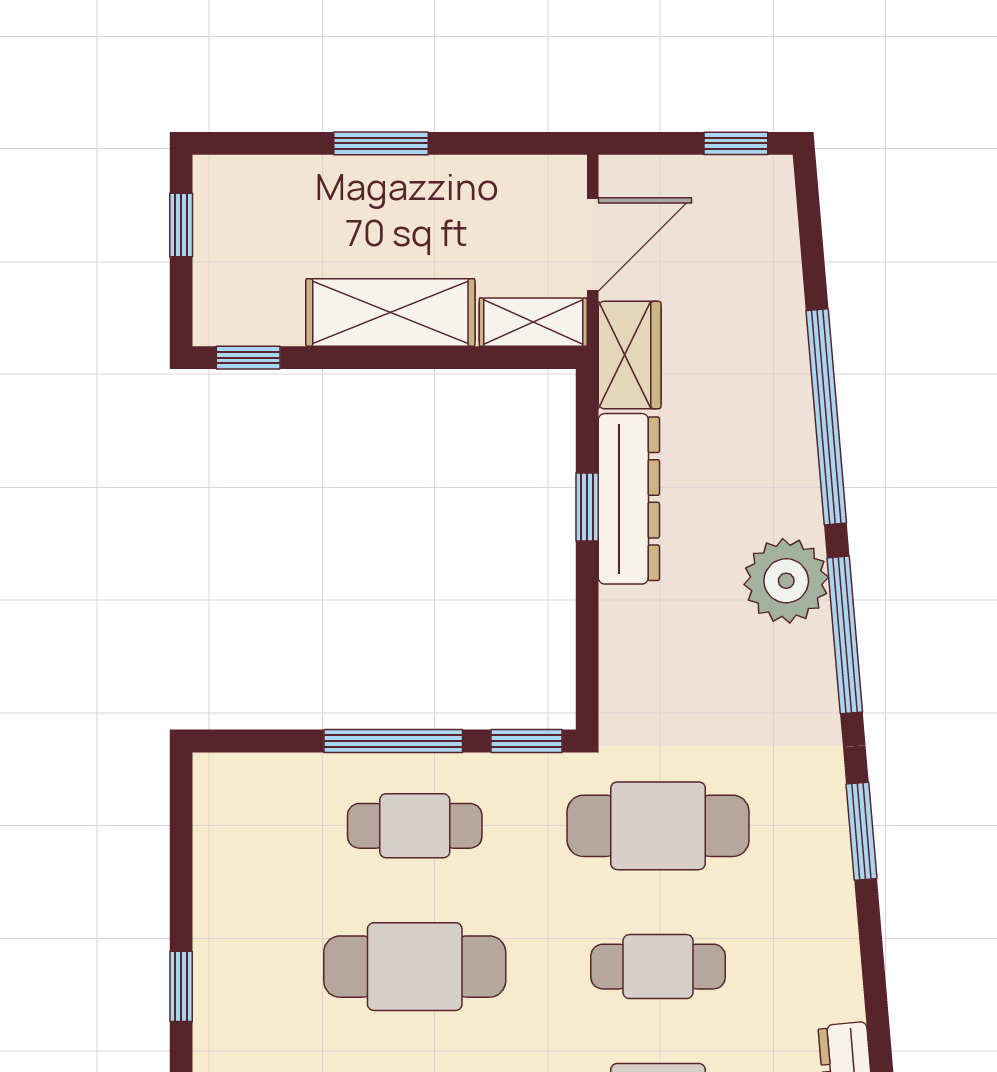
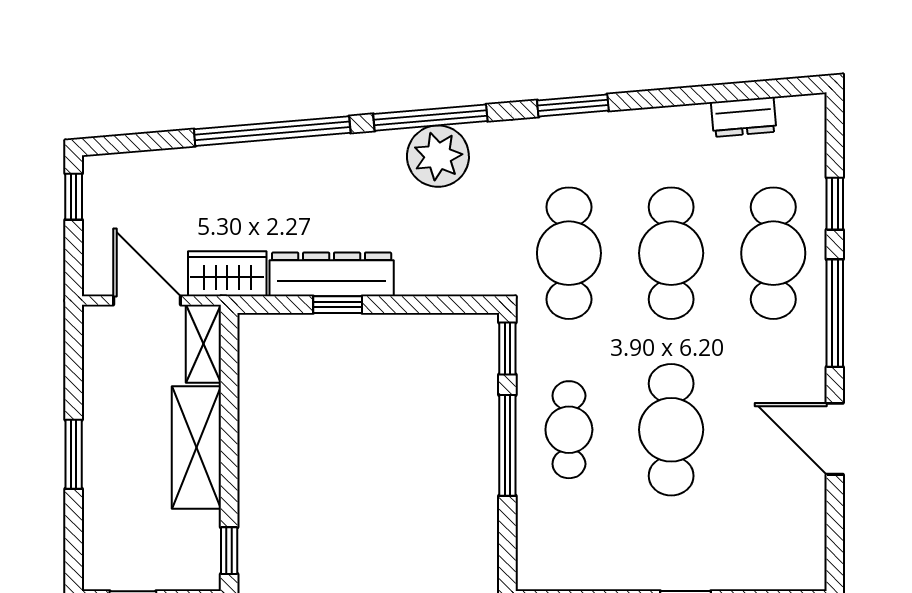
plant: (786, 581) -> (438, 156), moved
cafe table: (658, 967) -> (671, 253), width x1.37, depth x1.35

